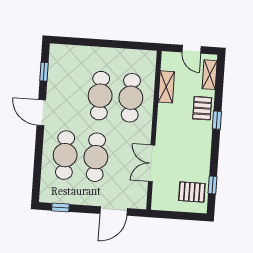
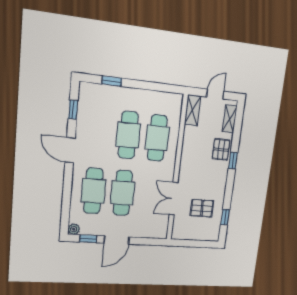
window: (82, 42) -> (112, 81), added
door: (191, 49) -> (215, 94), swing flipped
shelving: (166, 87) -> (193, 110), moved
pallet: (192, 192) -> (202, 208), moved
plant: (45, 197) -> (74, 229), added
door: (114, 211) -> (117, 240), moved

